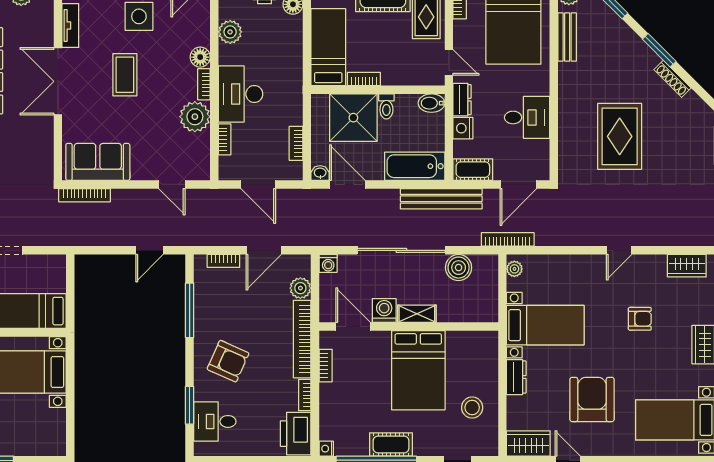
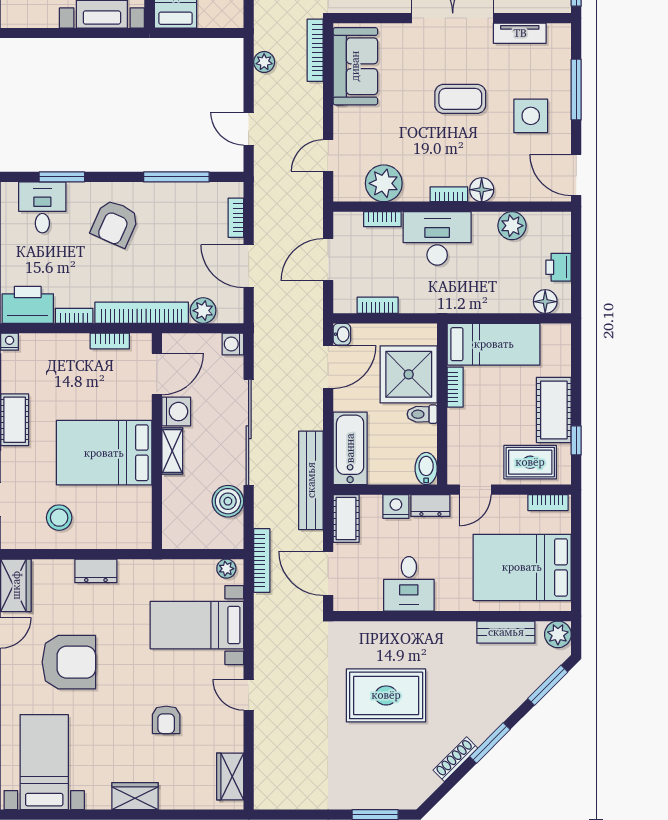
plant: (195, 117) -> (384, 183), moved
plant: (94, 238) -> (264, 62), added
bed with nightstands: (545, 325) -> (197, 625), moved, turned 90

